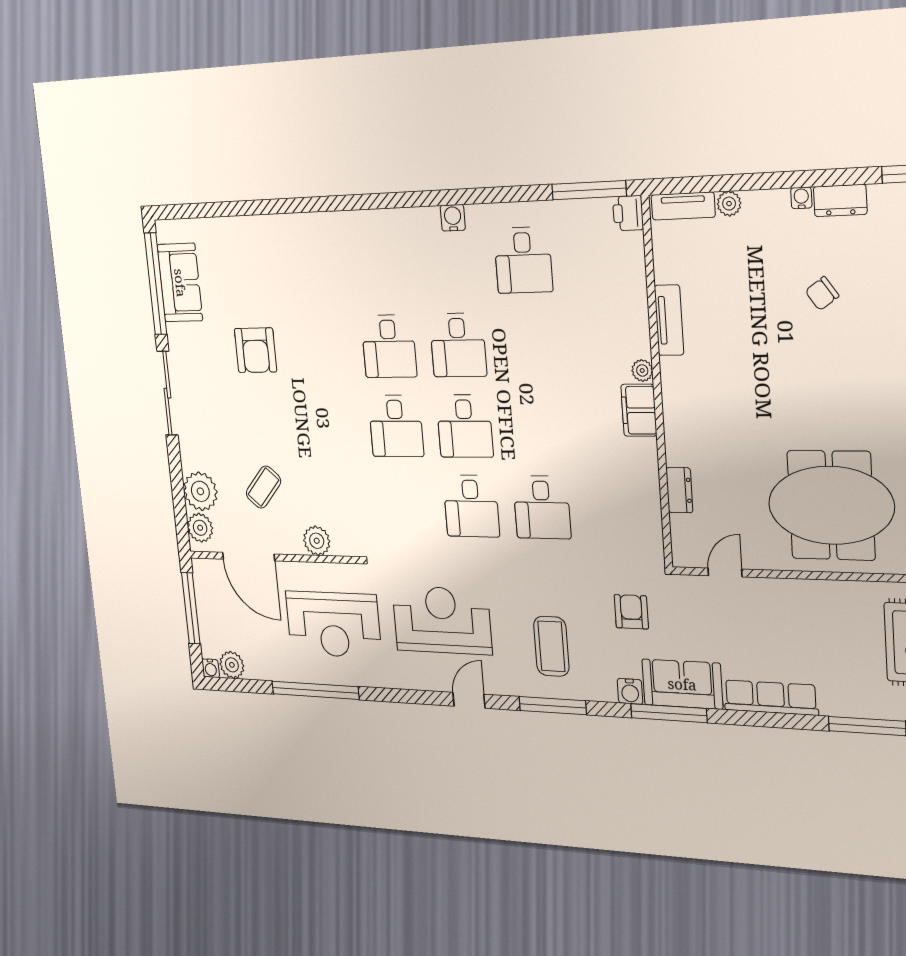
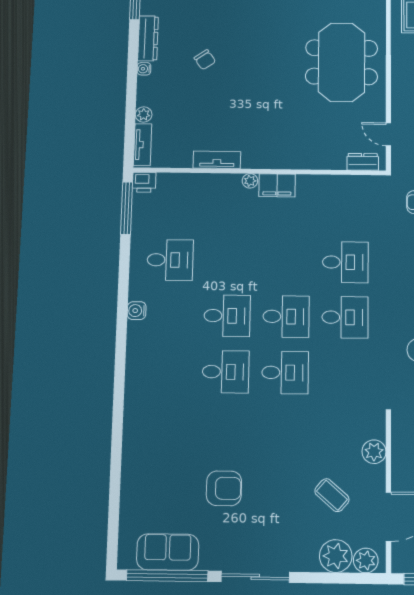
dresser: (840, 200) -> (148, 38), width x1.44
dresser: (679, 490) -> (363, 162), moved

